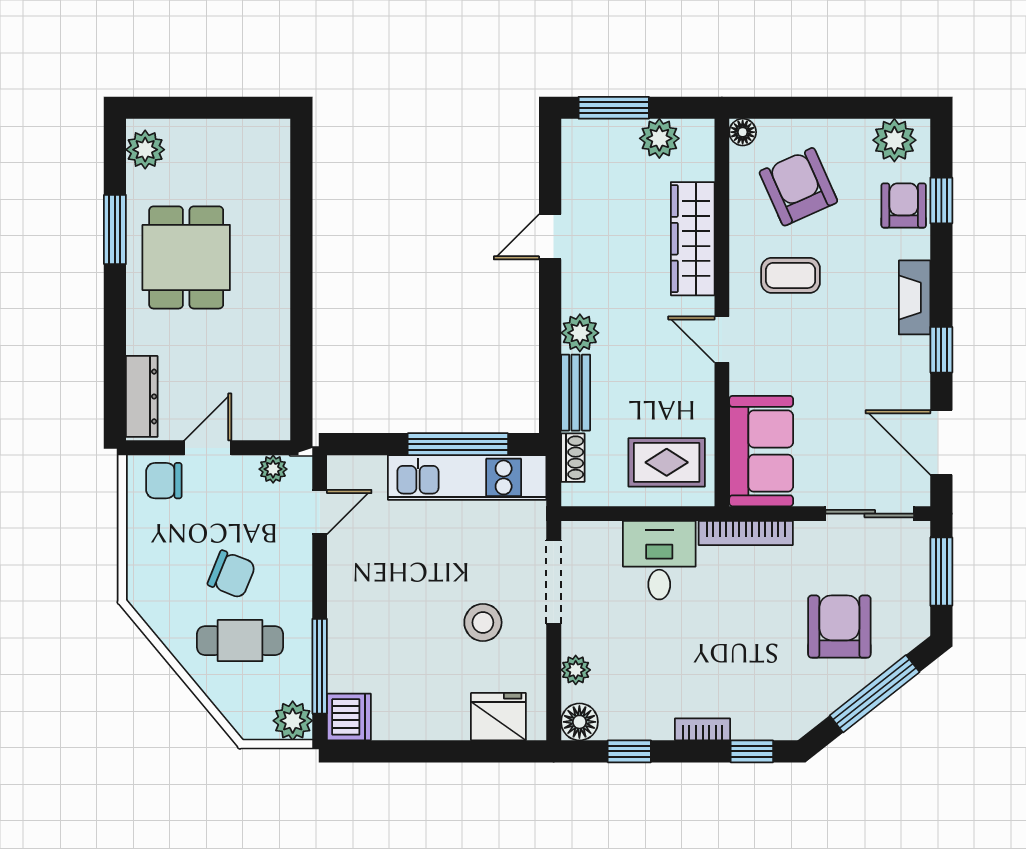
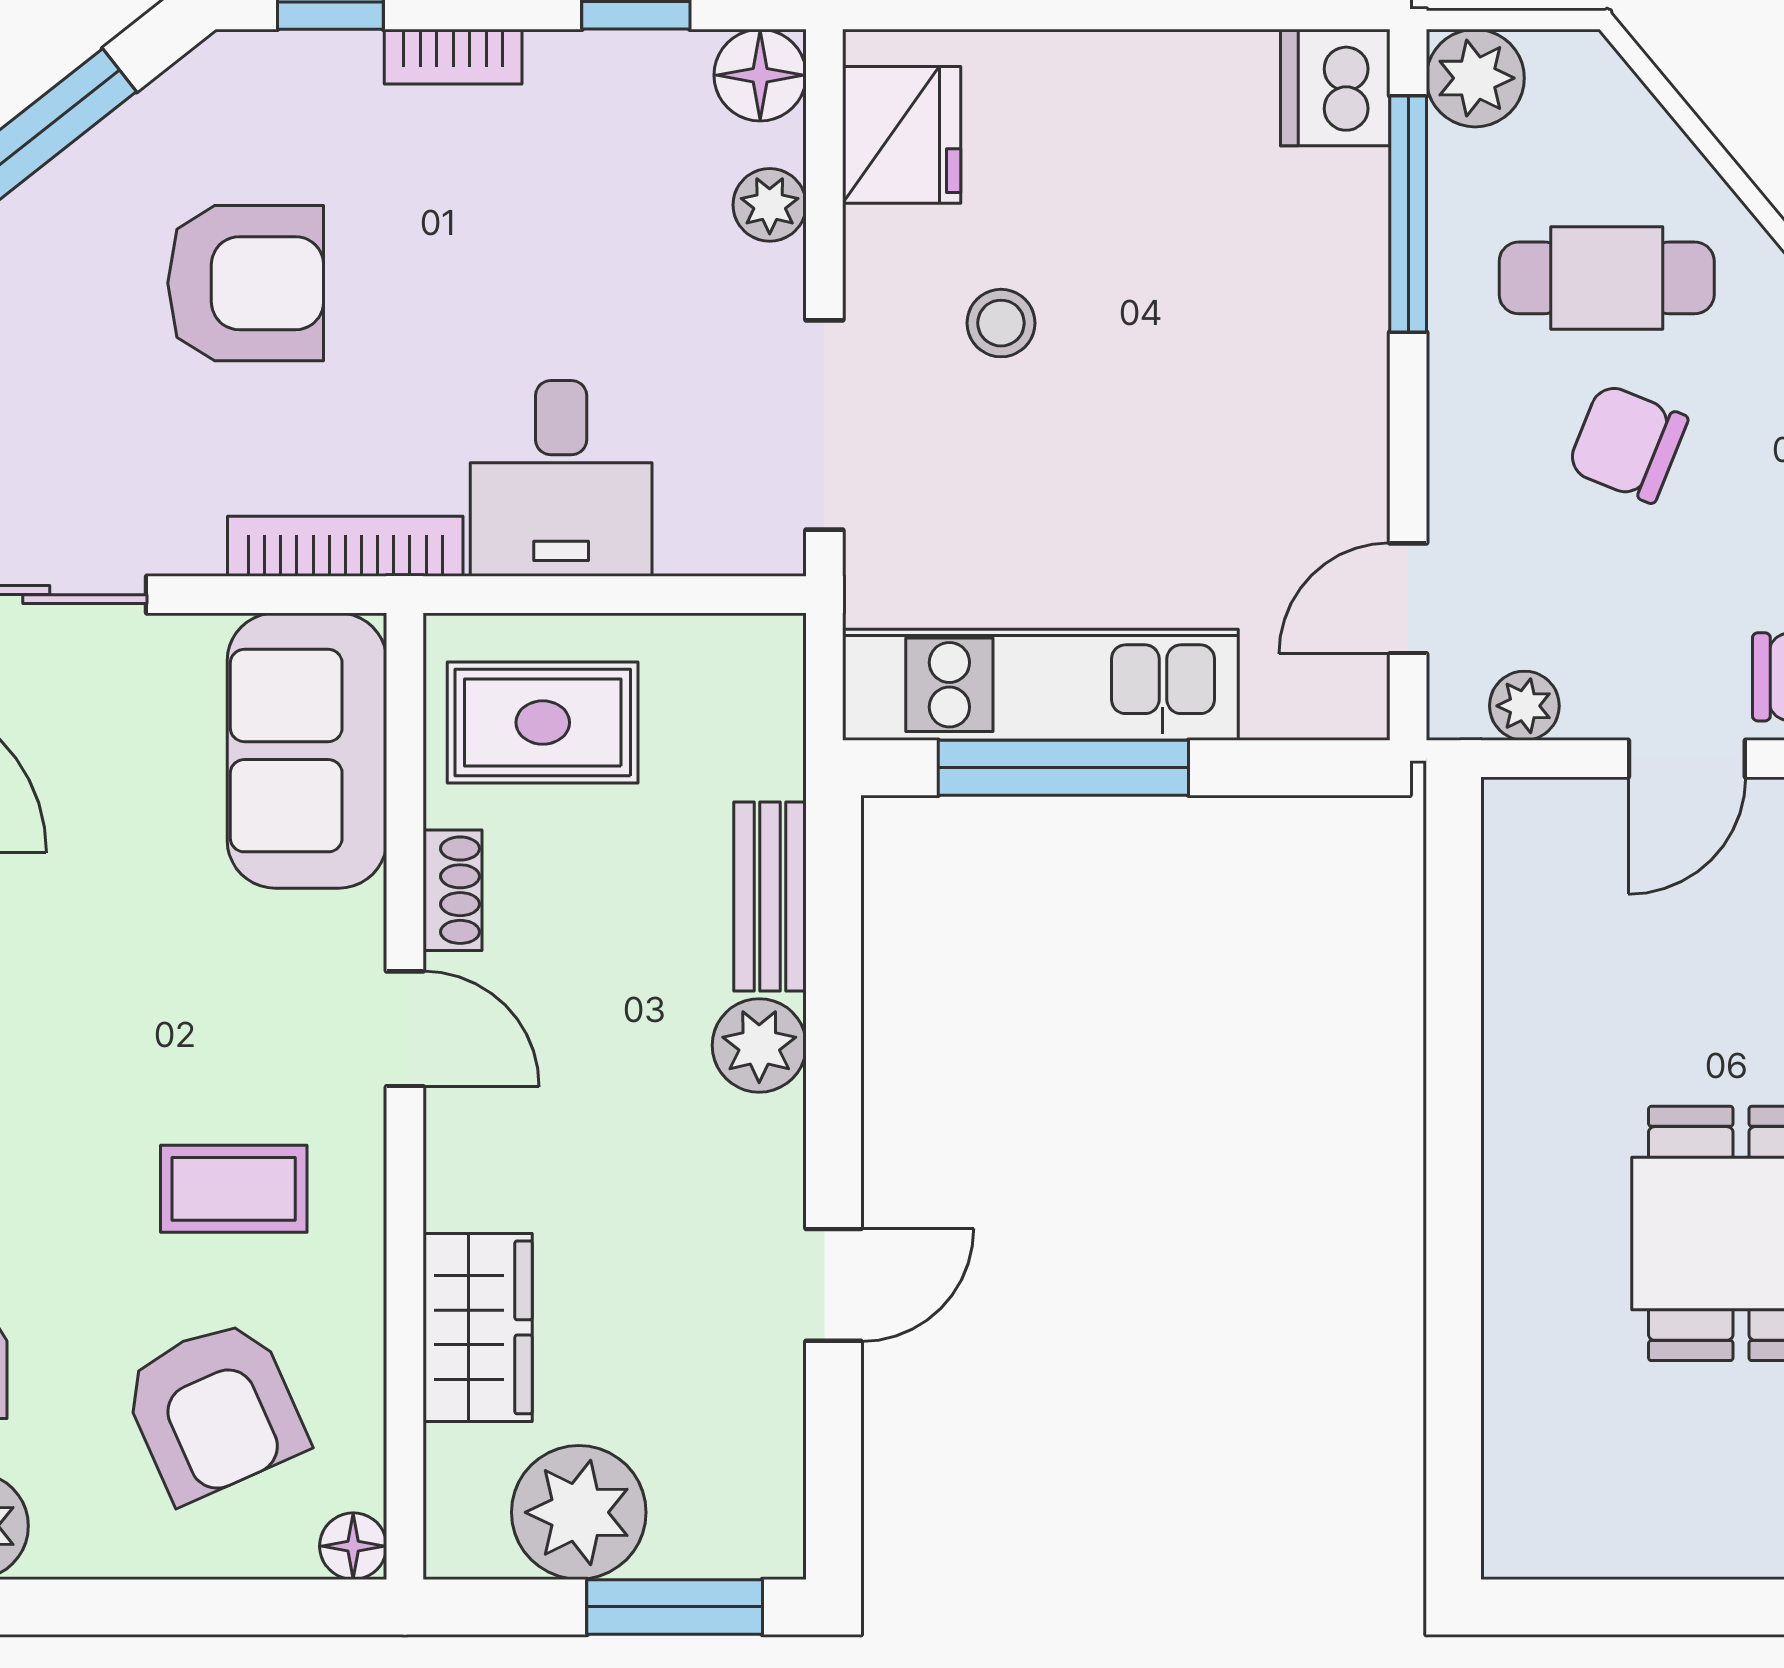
plant: (659, 138) -> (579, 1512), width x1.36, depth x1.36
wardrobe: (693, 239) -> (478, 1327), width x0.67
shoe rack: (573, 458) -> (452, 890), moved, turned 180
stool: (483, 622) -> (1001, 323), width x0.73, depth x0.73
armchair: (839, 627) -> (246, 283), moved, turned -90
fridge: (498, 717) -> (902, 135), moved, turned -90

